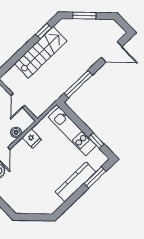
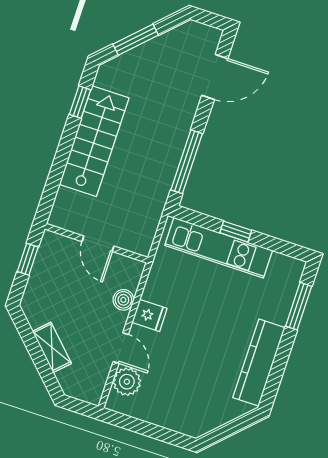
fridge: (32, 139) -> (150, 315), moved
window: (96, 141) -> (236, 232), moved
kitchen counter: (75, 182) -> (259, 363), moved

